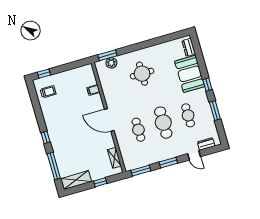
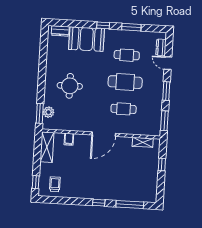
door: (194, 155) -> (168, 63), swing flipped
shelving: (76, 180) -> (47, 147), moved

